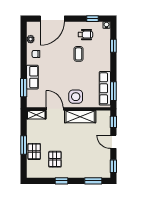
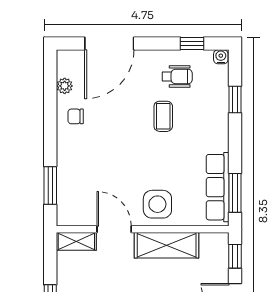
row of seats: (32, 77) -> (68, 164), removed

